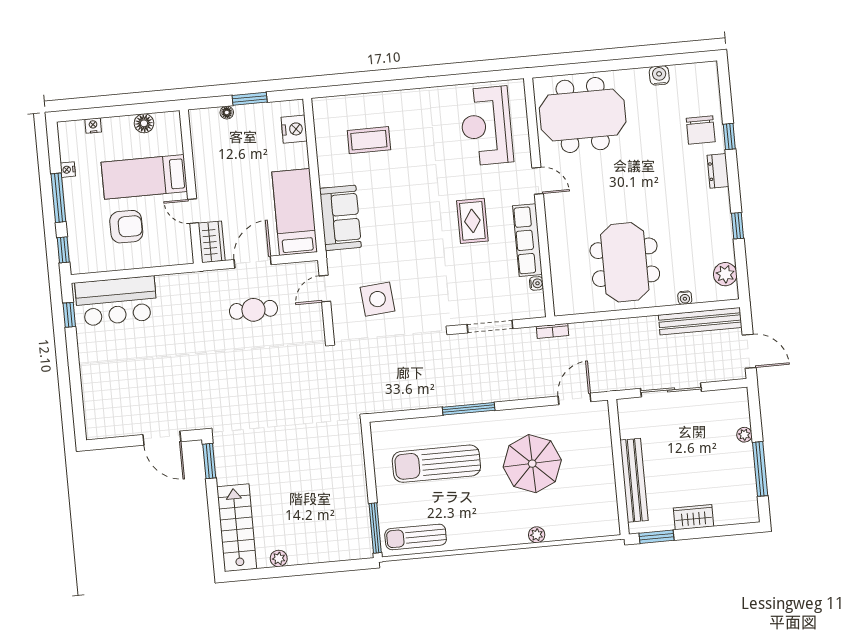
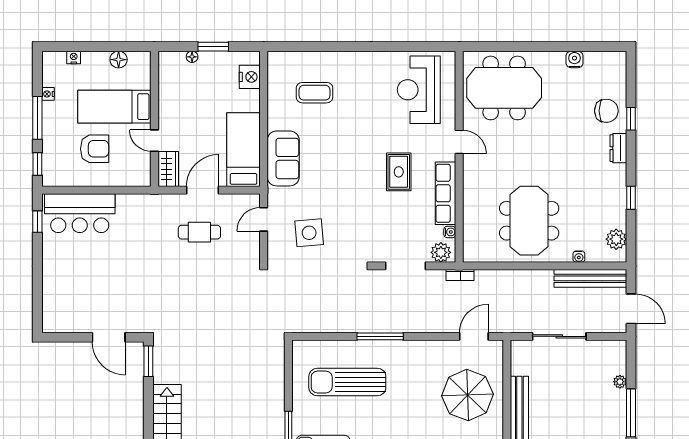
chair: (701, 130) -> (606, 111), turned -90
plant: (528, 307) -> (441, 252), added
parasol: (532, 464) -> (468, 395), moved

